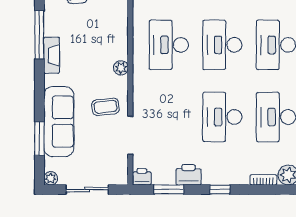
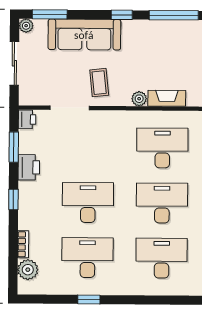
fireplace: (52, 55) -> (167, 98), moved, turned 180
window: (39, 85) -> (122, 15), added
window: (39, 138) -> (50, 14), moved

